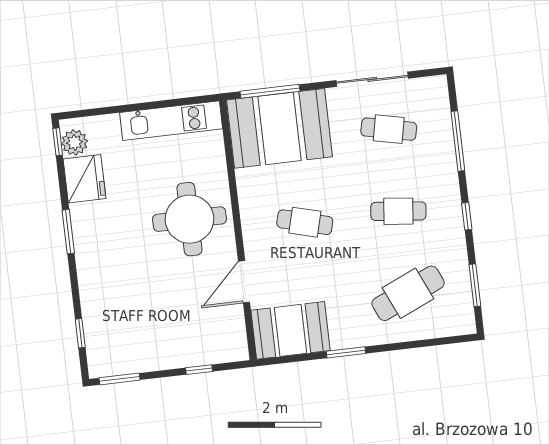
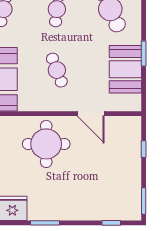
cafe table: (305, 222) -> (57, 70), turned -36
booth: (290, 330) -> (125, 69), moved

